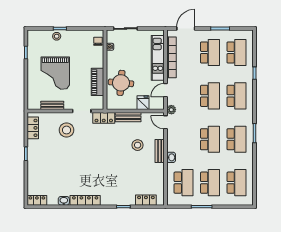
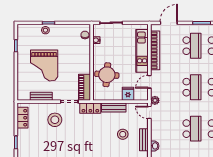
piano: (98, 82) -> (85, 87), moved

